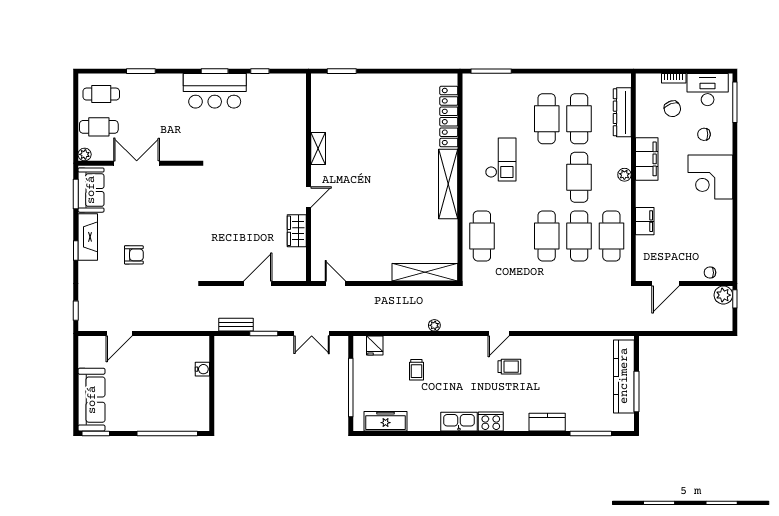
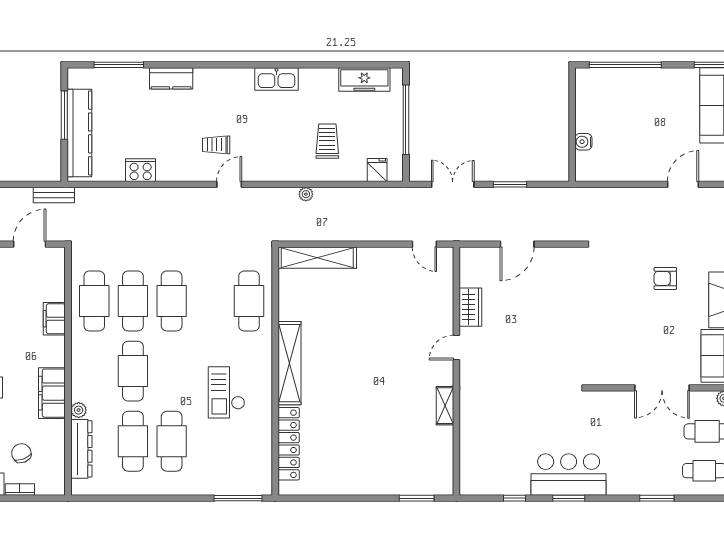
plant: (624, 175) -> (79, 410), moved
bench: (236, 325) -> (54, 195), moved
trolley: (416, 370) -> (327, 141), width x1.36, depth x1.39
cooker: (491, 422) -> (141, 170), moved, turned 180

